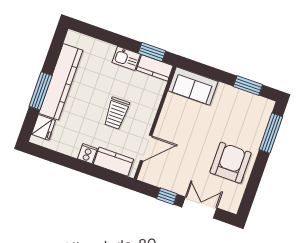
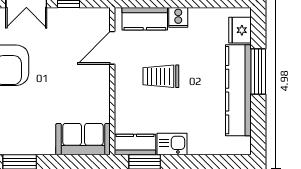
trolley: (116, 113) -> (161, 76), turned -90

